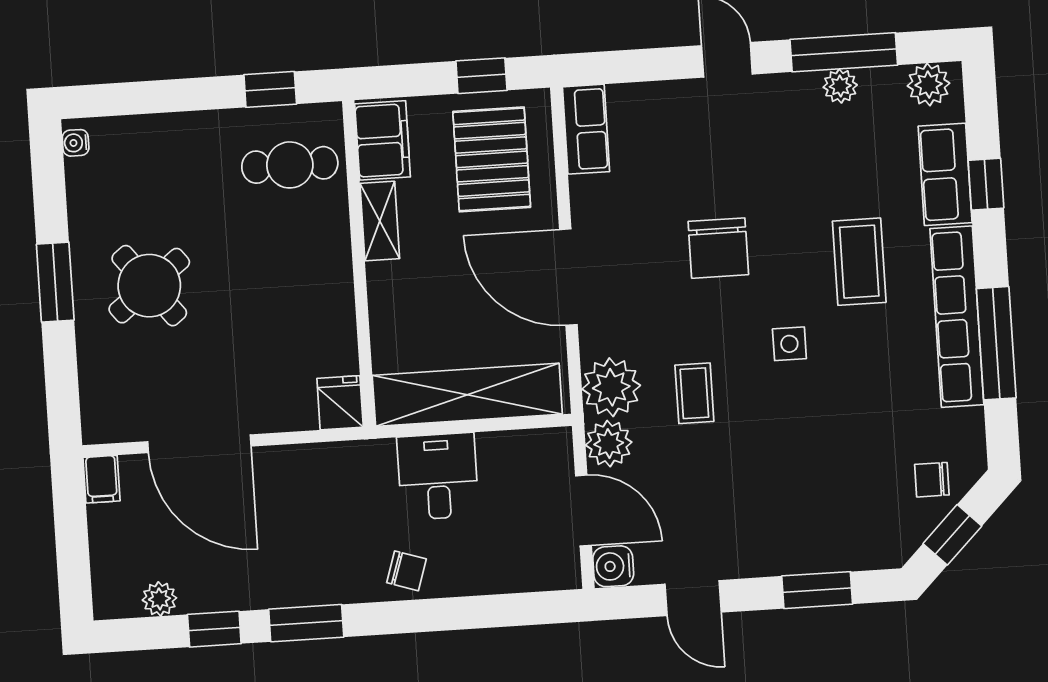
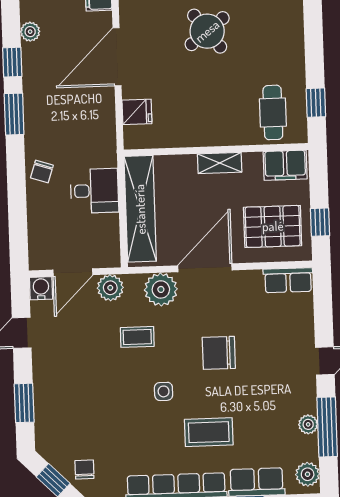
shelving: (380, 221) -> (220, 163), moved
plant: (611, 387) -> (161, 289), moved
fridge: (340, 403) -> (137, 112), moved

